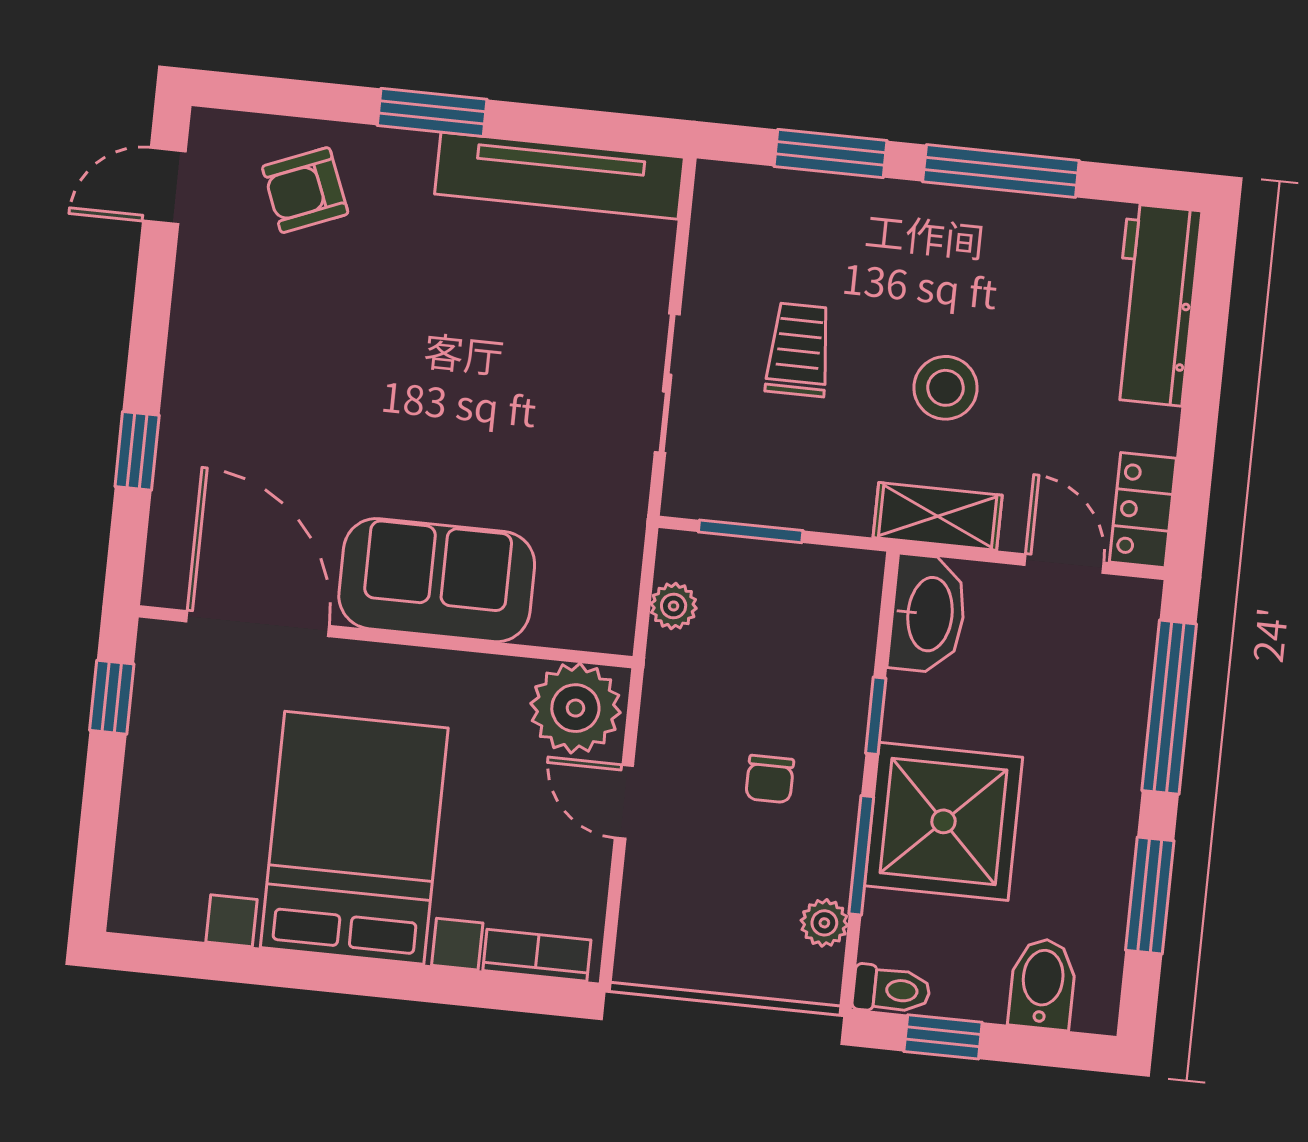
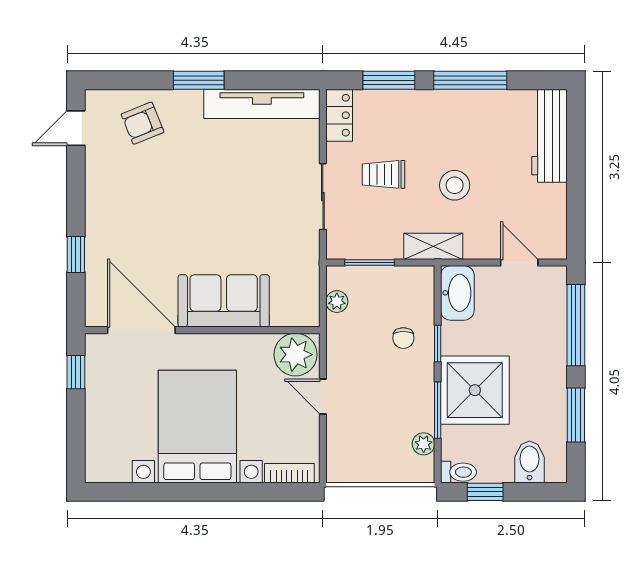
trolley: (799, 350) -> (383, 174), turned -90
locker: (1143, 510) -> (339, 115), moved, turned 180
shelving: (938, 516) -> (433, 246), moved
chair: (770, 779) -> (403, 338), moved

